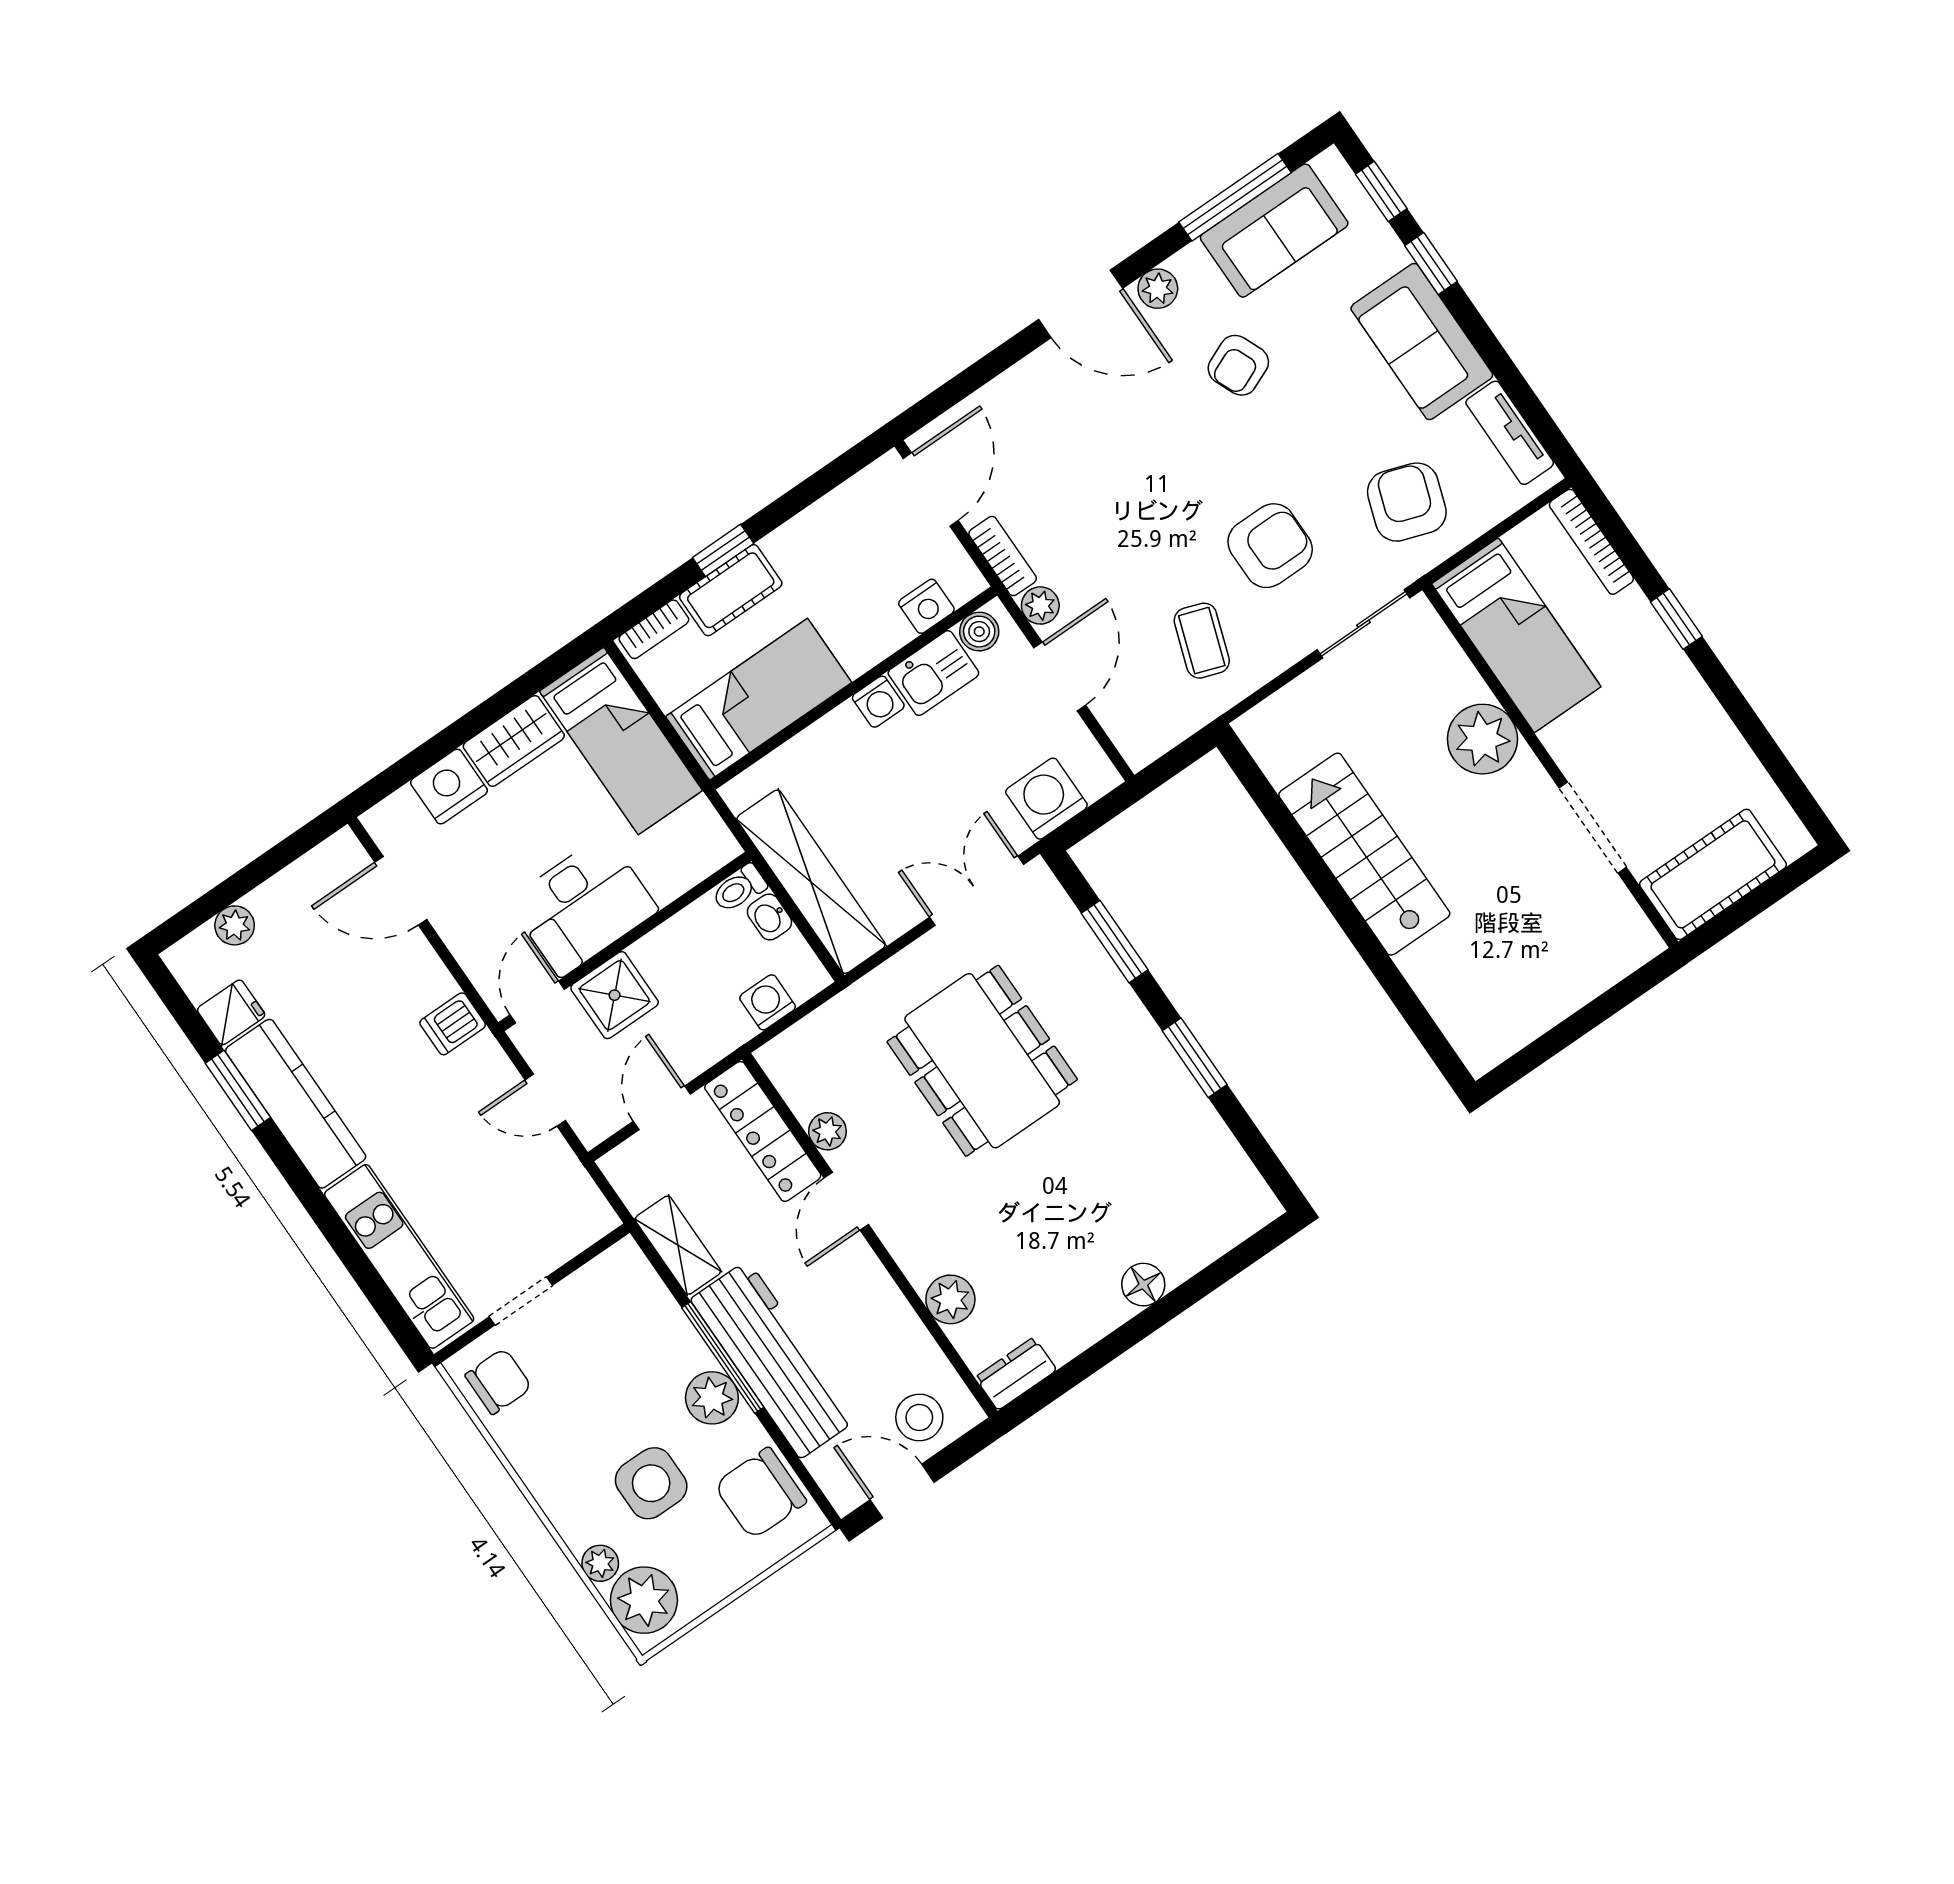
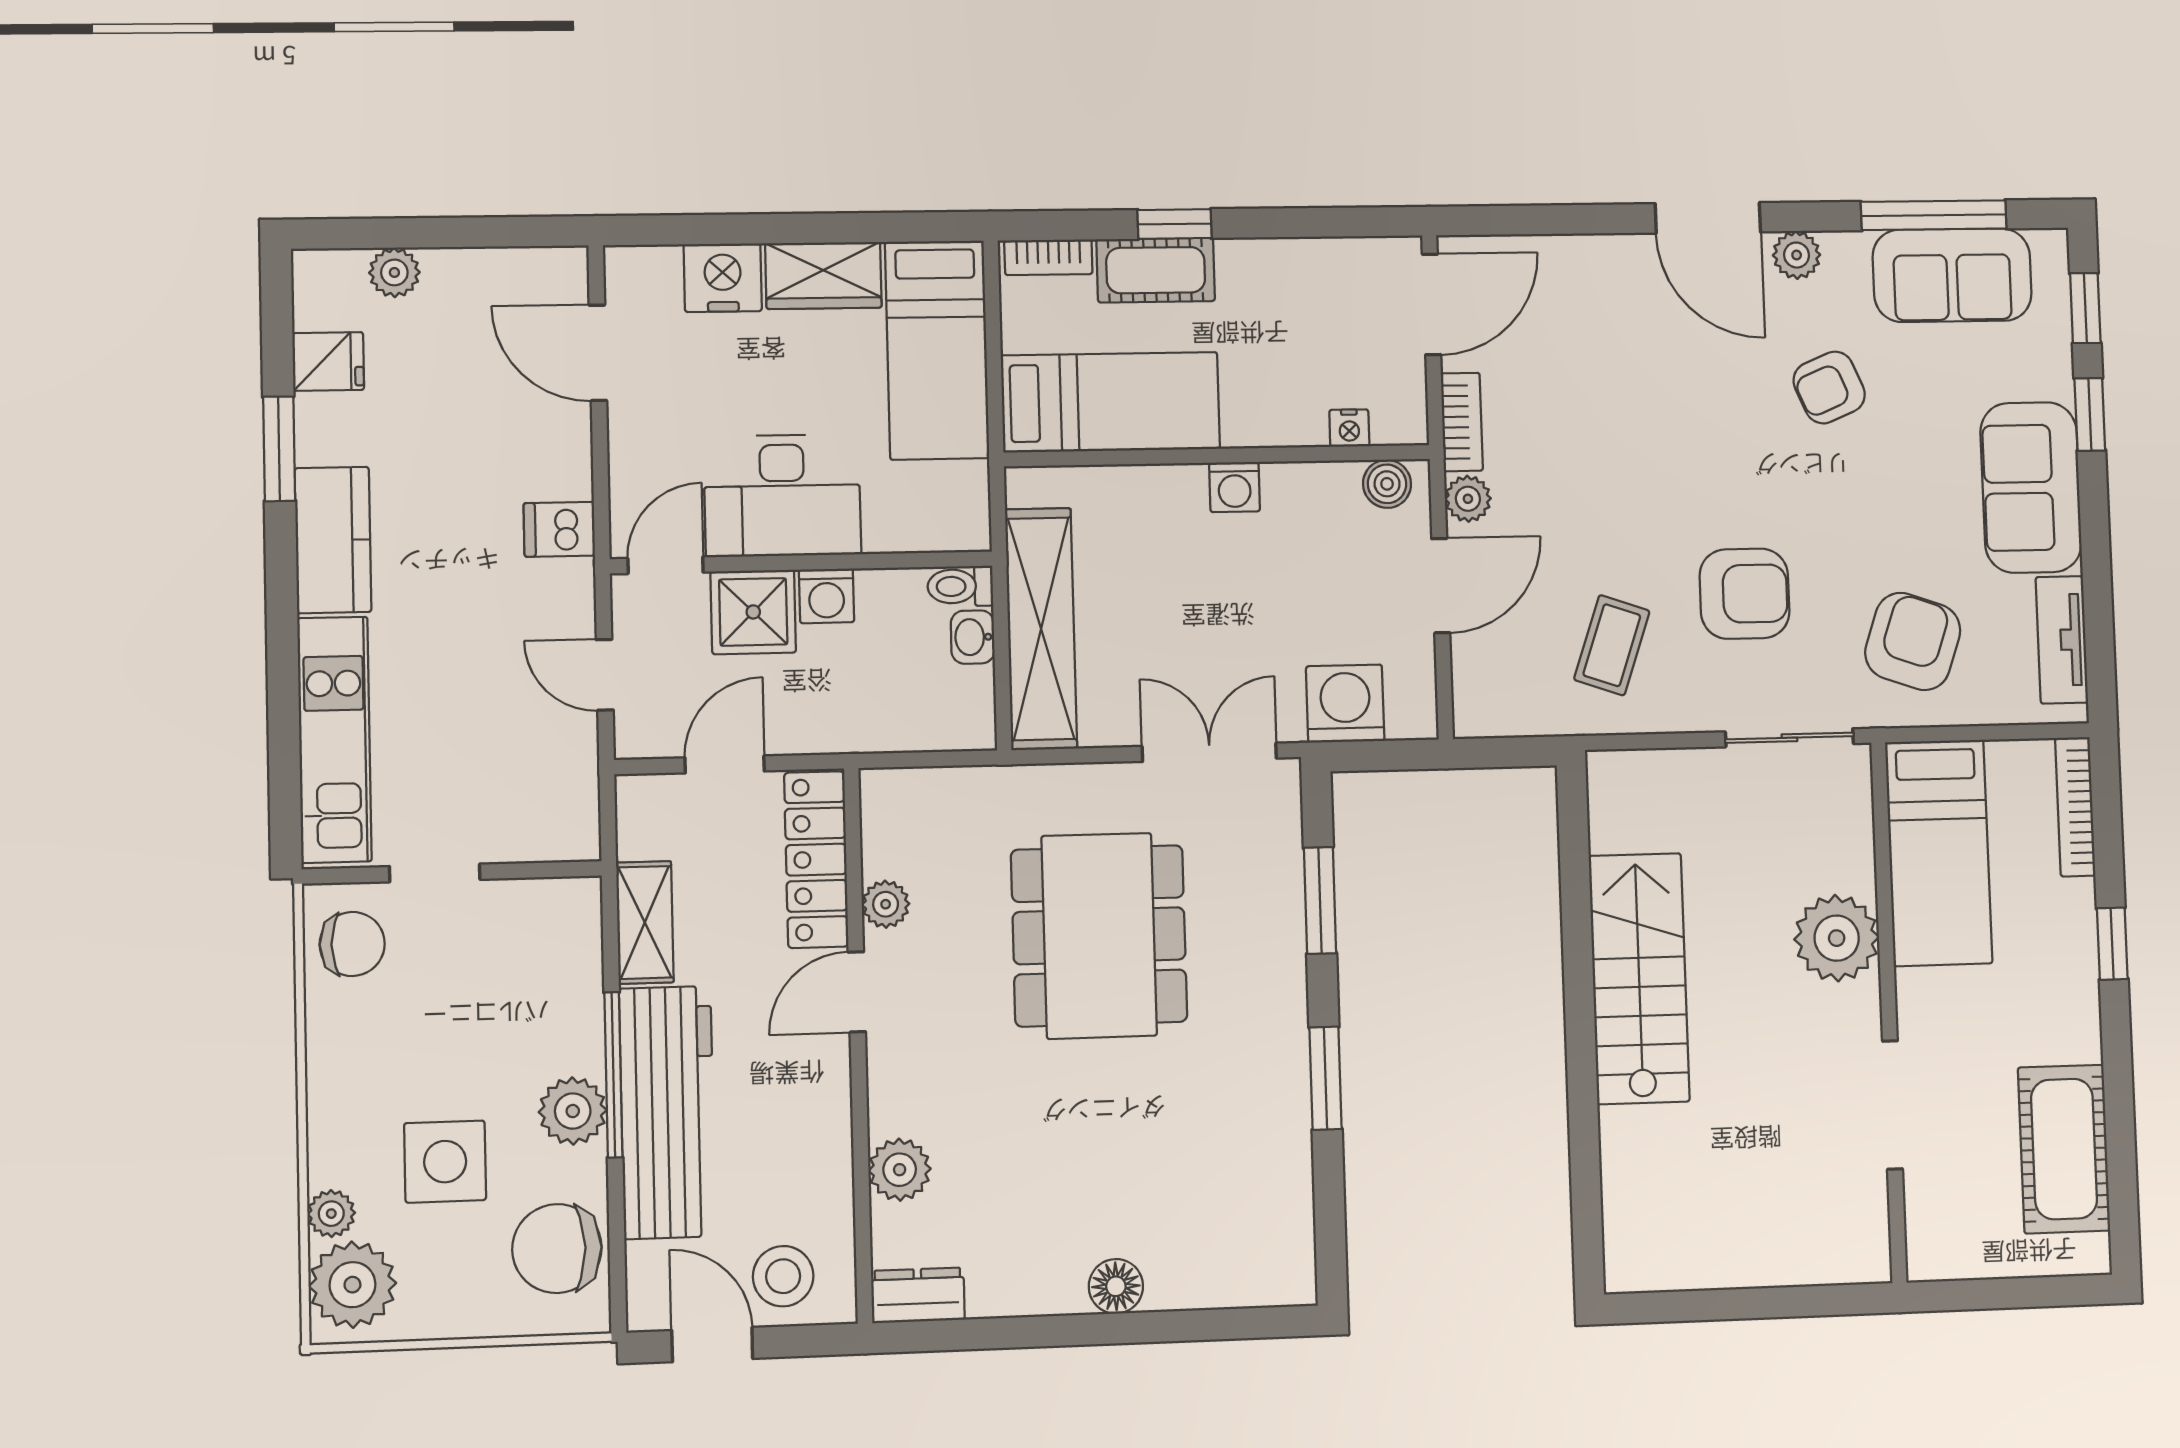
nightstand: (926, 606) -> (1349, 428), width x0.72, depth x0.74
kitchen sink: (933, 673) -> (1311, 495), removed
cot: (1713, 874) -> (2064, 1149), moved, turned 90
washing machine: (768, 1002) -> (827, 596), moved, turned 180
kitchen counter: (296, 1104) -> (333, 540), width x0.67

